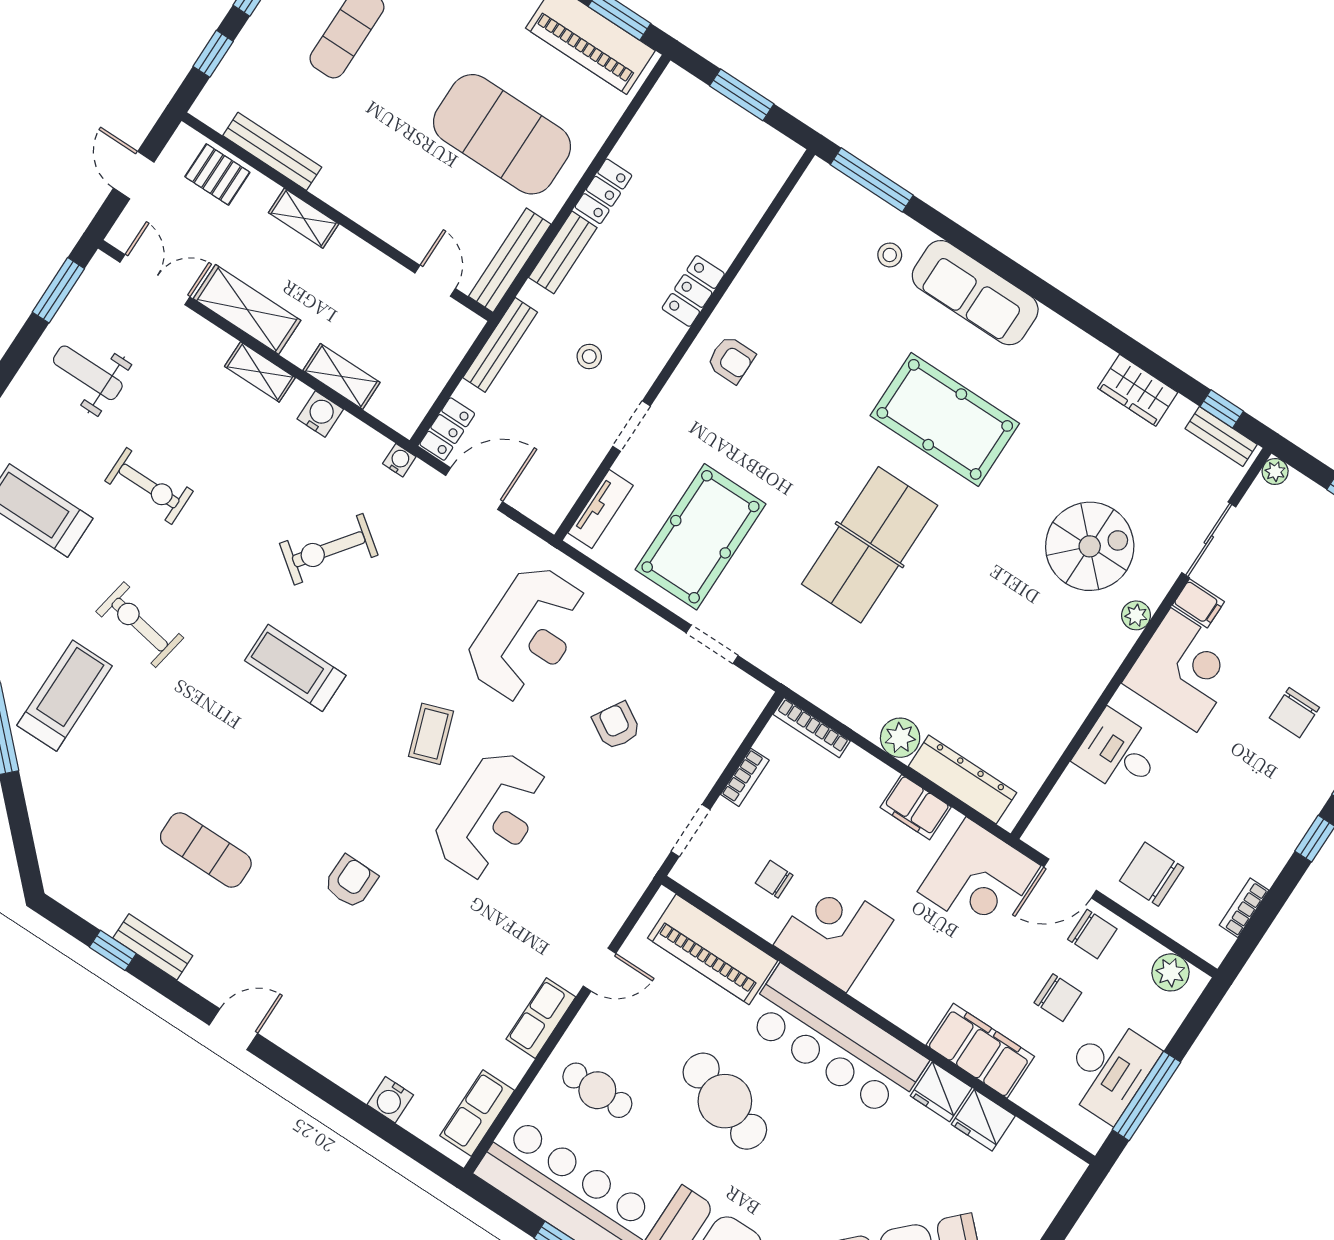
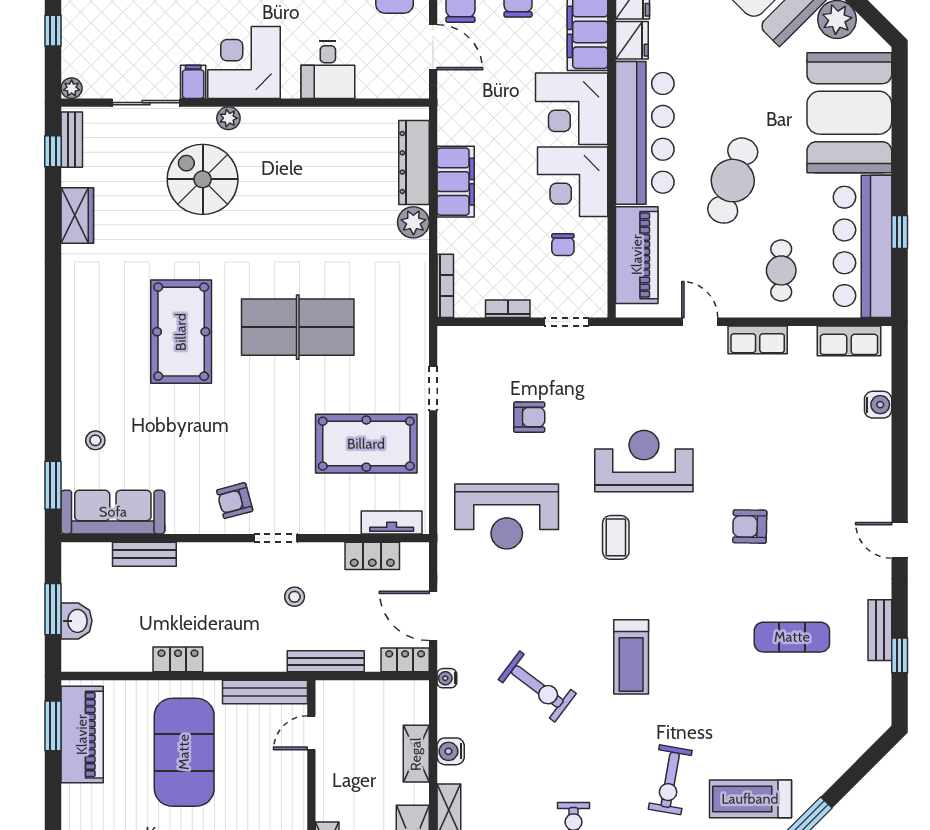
washbasin: (713, 111) -> (76, 621), added
window: (872, 180) -> (53, 485), width x0.69
bench: (563, 252) -> (144, 554), moved
locker: (693, 291) -> (372, 556), moved
sofa: (975, 293) -> (113, 512), moved, turned -90
armchair: (731, 360) -> (235, 501), turned -105
doorway: (631, 426) -> (275, 538), moved
reception desk: (528, 634) -> (507, 516), turned 180
armchair: (616, 726) -> (529, 417), turned -121
coffee table: (431, 734) -> (616, 537), turned -71
filing cabinet: (916, 807) -> (456, 182), width x1.50, depth x1.17
exercise mat: (206, 850) -> (792, 637), turned 90
corner desk: (979, 879) -> (572, 109), moved, turned 180

